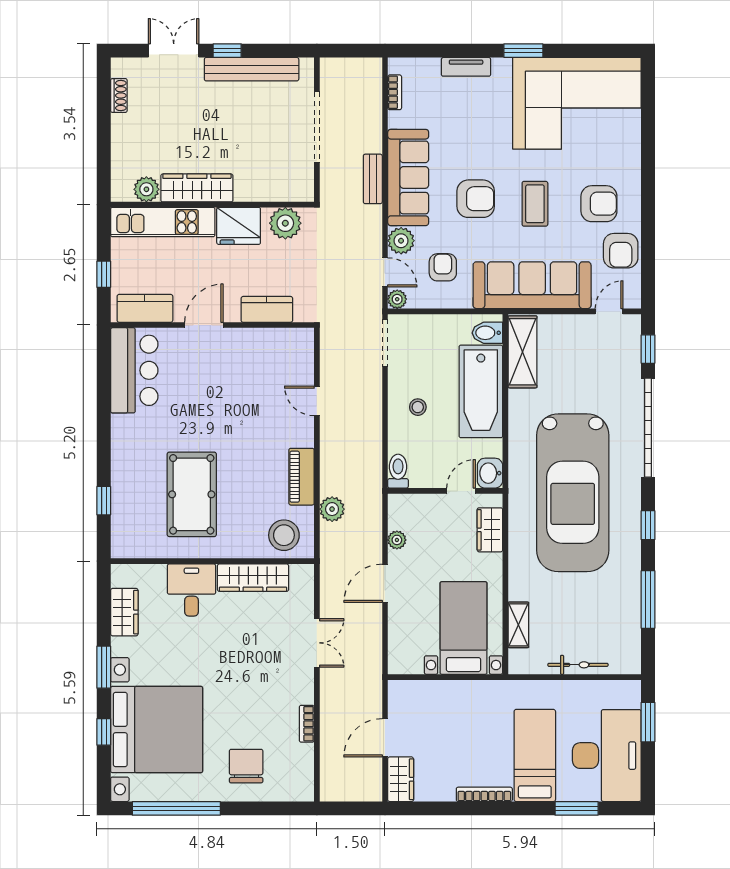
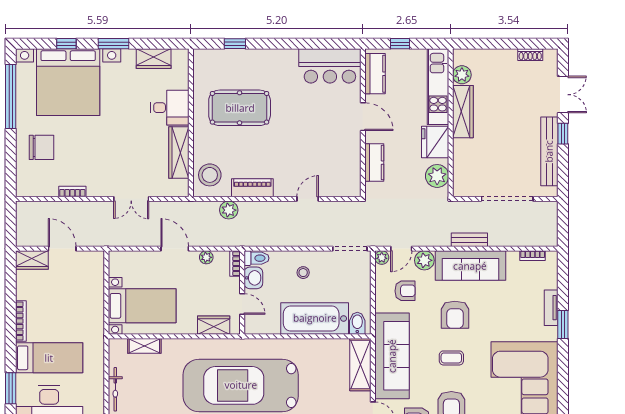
window: (523, 51) -> (563, 324), moved
coffee table: (535, 204) -> (451, 358), width x0.73, depth x0.77
shelving: (522, 352) -> (360, 365), moved, turned 90
washbasin: (490, 473) -> (253, 278), moved, turned 90
bookcase: (405, 501) -> (235, 264), added

